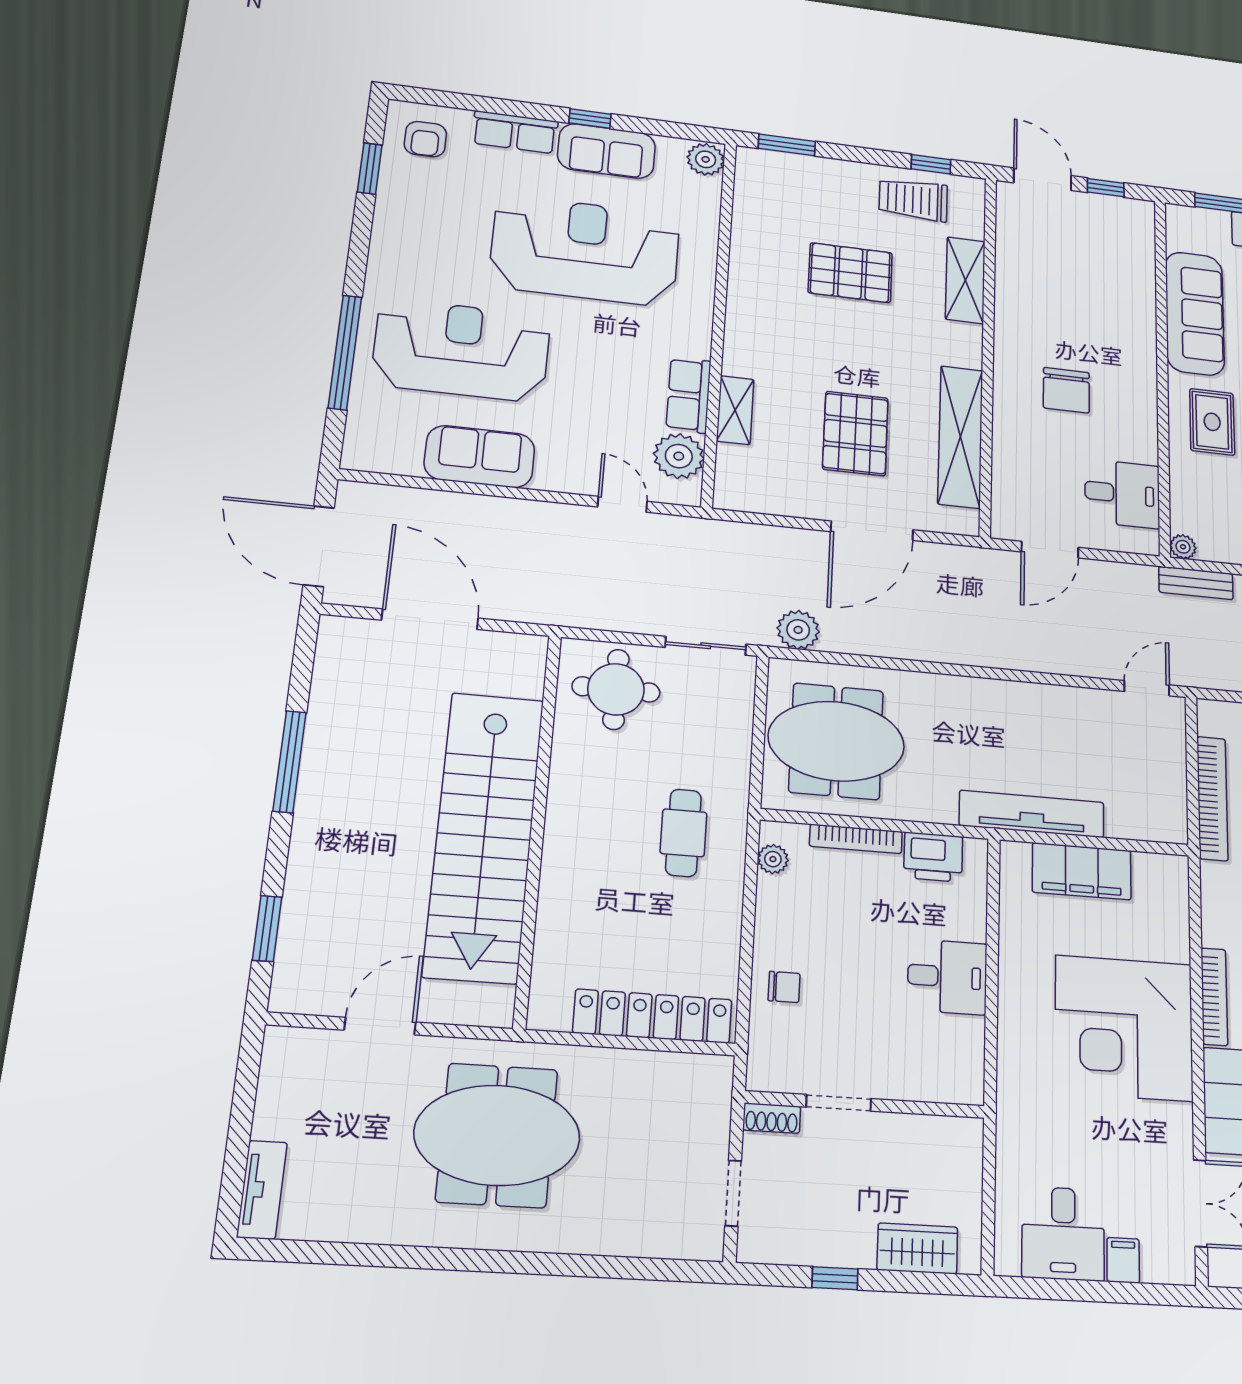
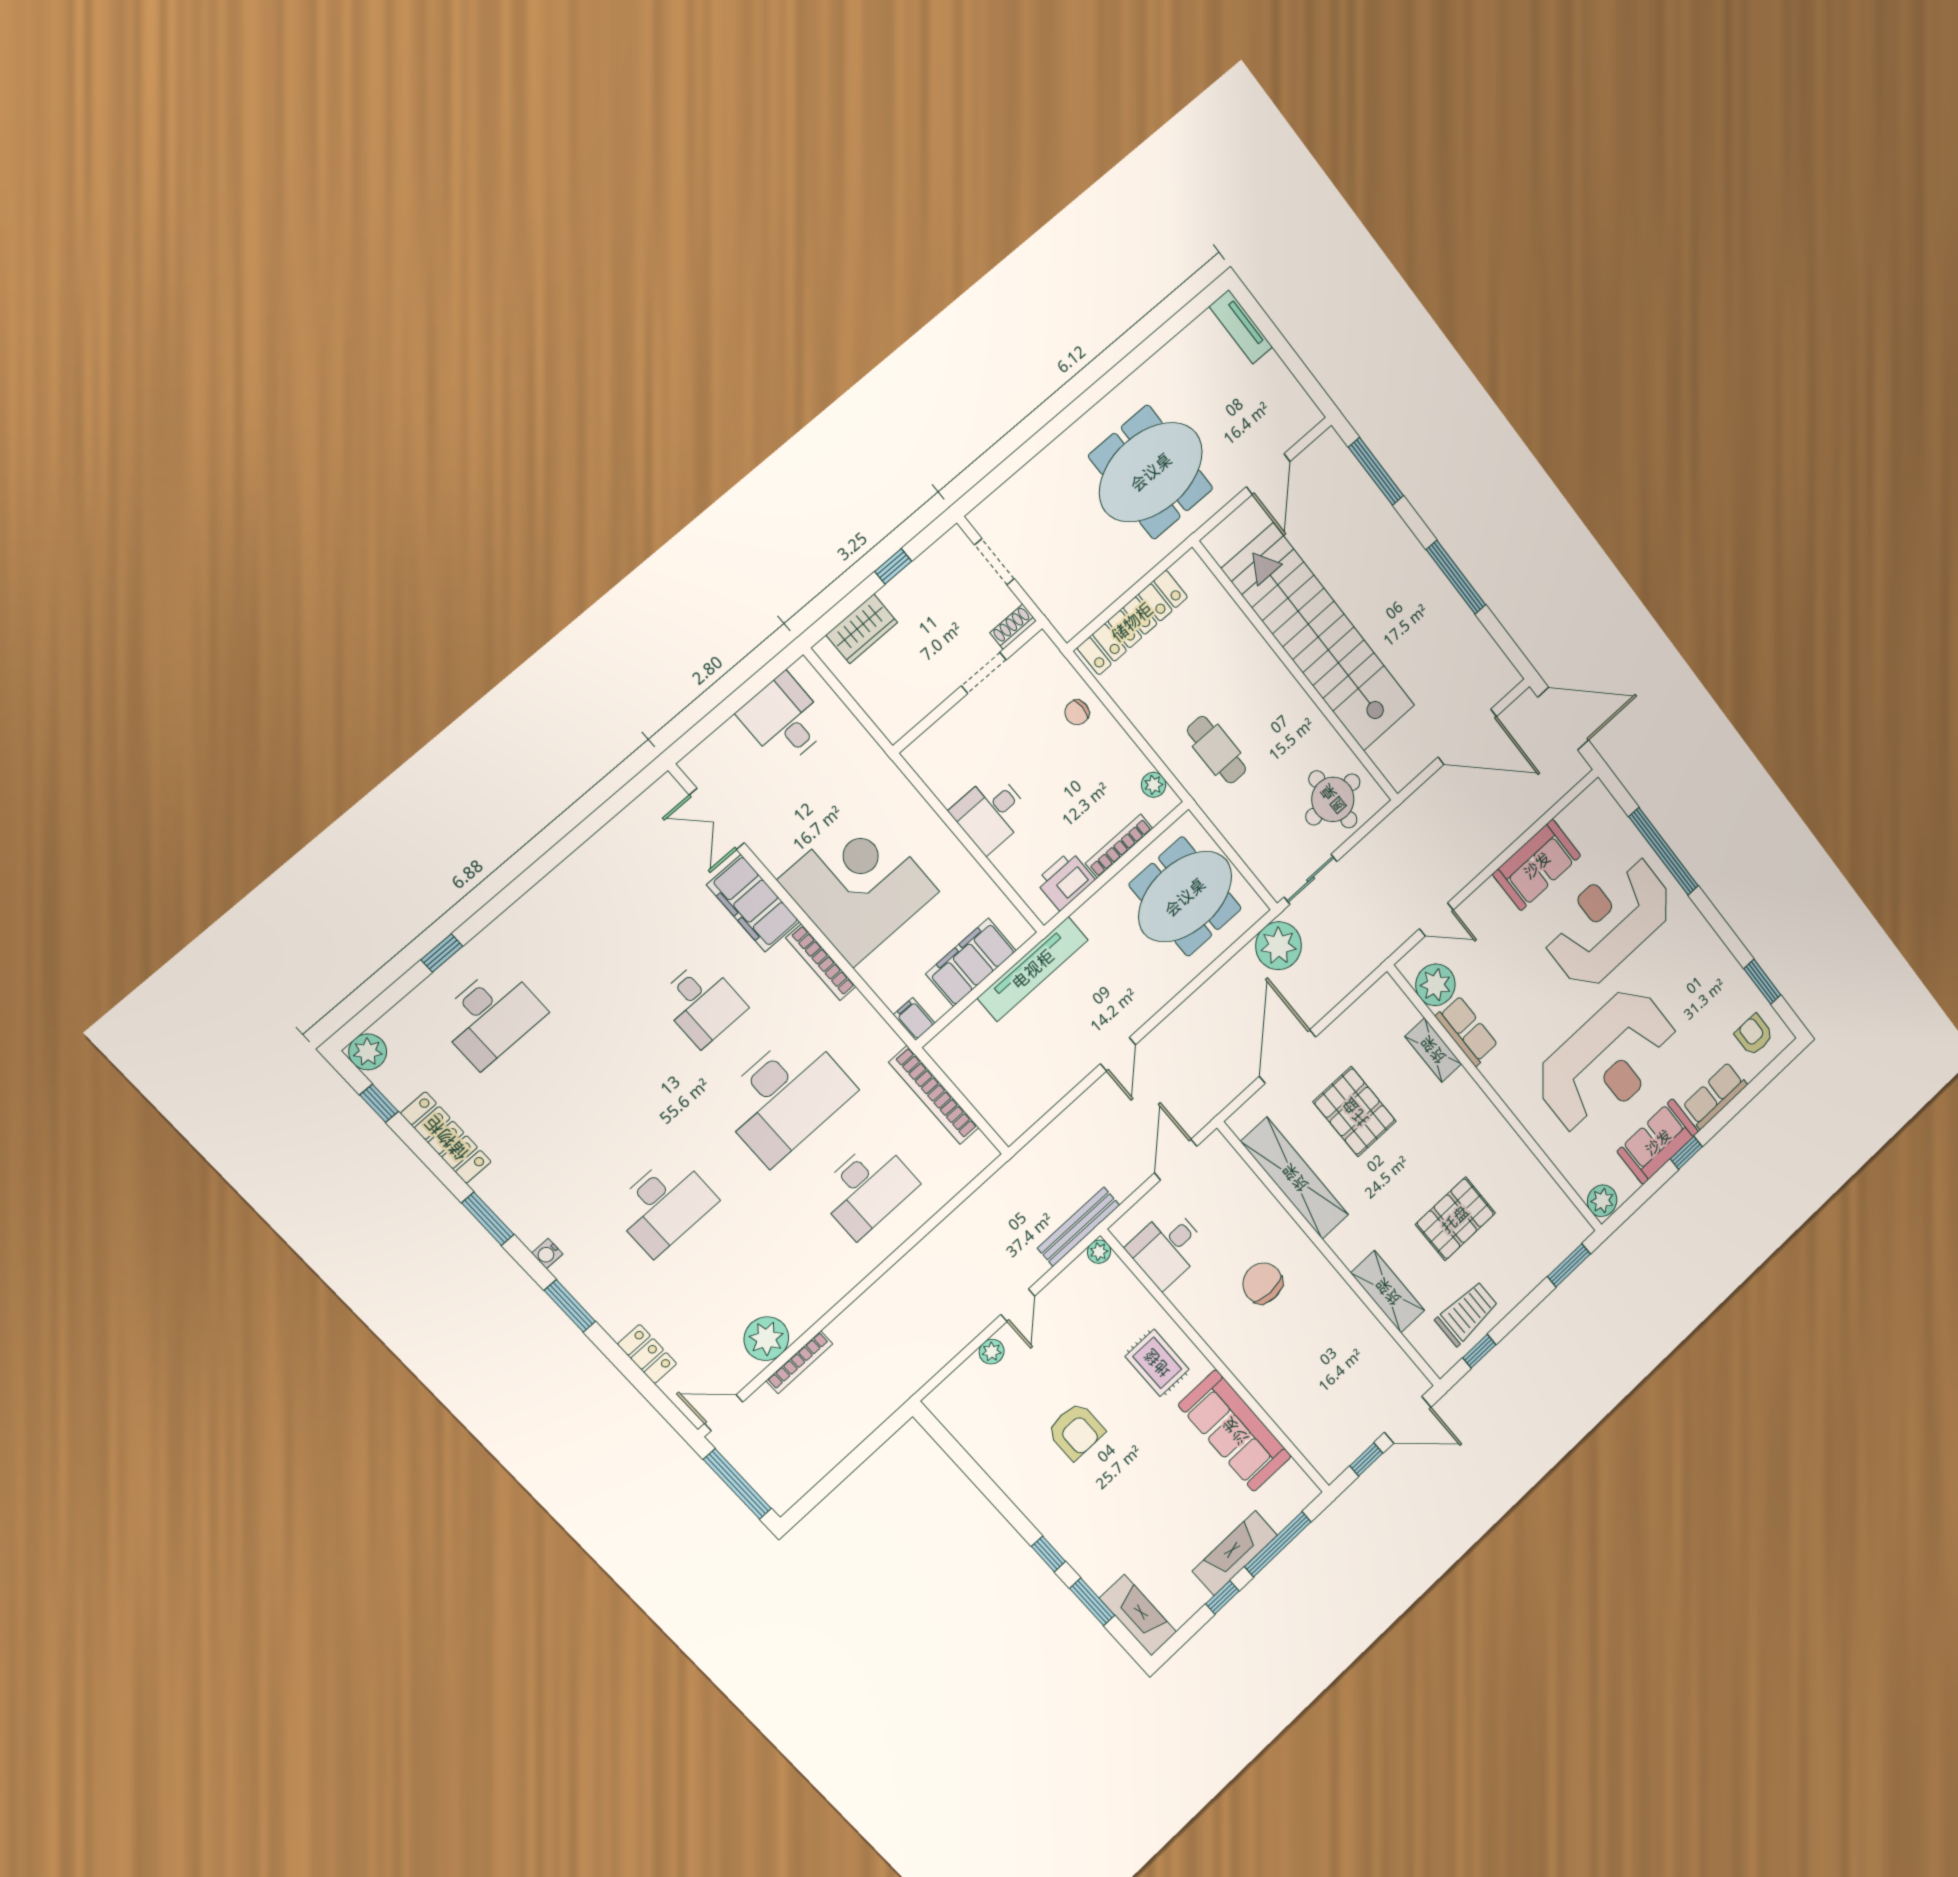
reception desk: (461, 350) -> (1609, 921), turned 180
bench: (1196, 583) -> (1079, 1227), width x1.36
plant: (798, 630) -> (1279, 946), width x1.36, depth x1.36
door: (1147, 688) -> (1118, 1054), moved
window: (267, 929) -> (1376, 471), width x1.44
filing cabinet: (1123, 1260) -> (914, 1019), moved, turned 180

